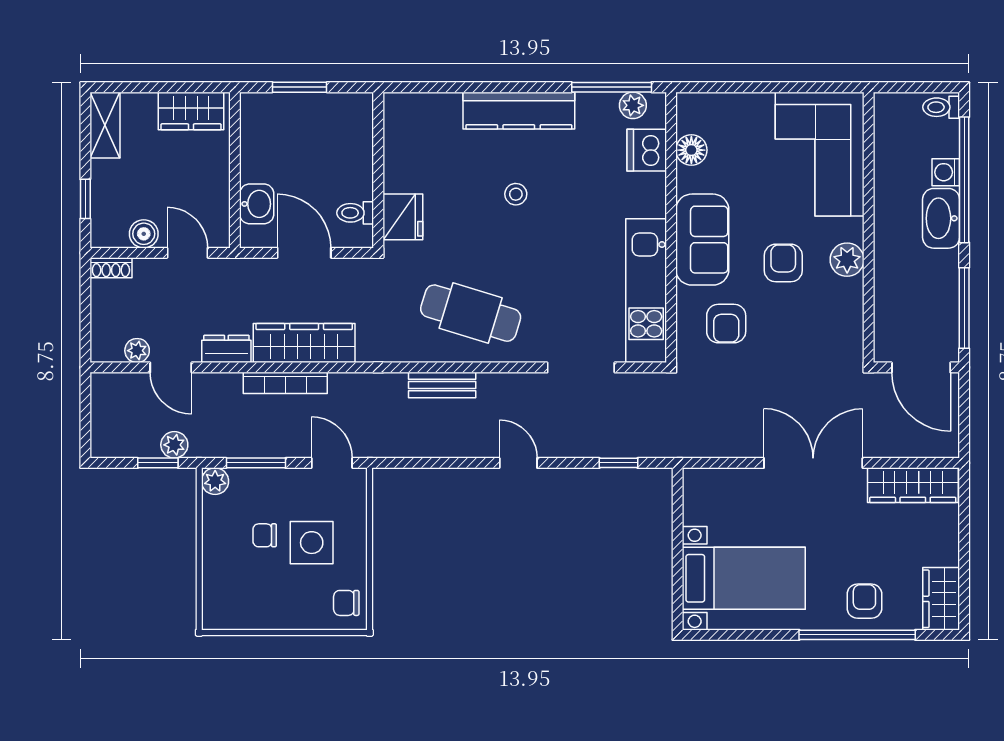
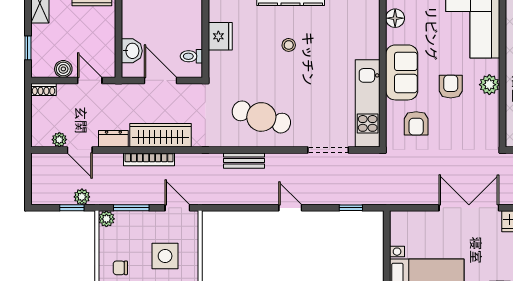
dishwasher: (647, 150) -> (368, 18), removed
fridge: (403, 217) -> (220, 36), moved
chair: (265, 535) -> (120, 268), moved

